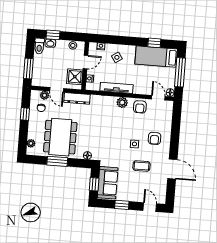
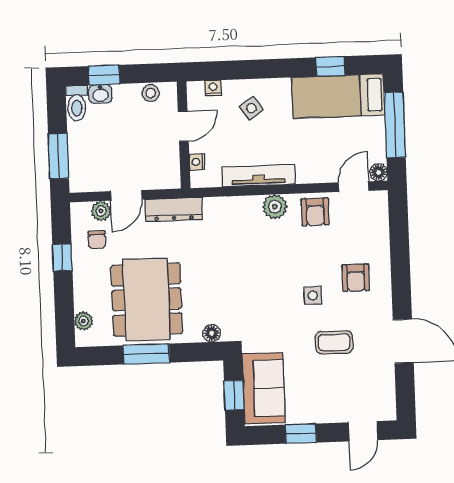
shower: (75, 77) -> (163, 162), removed
door: (57, 90) -> (126, 195), hinge flipped
door: (158, 98) -> (354, 187), hinge flipped
door: (150, 207) -> (363, 431), swing flipped

